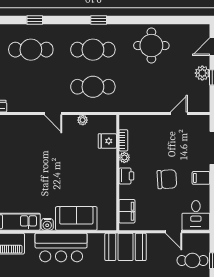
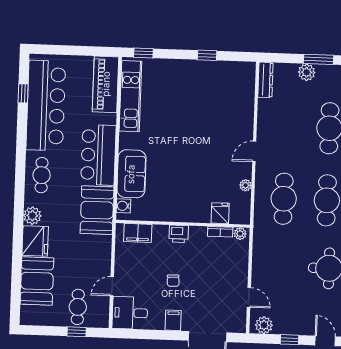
plant: (202, 73) -> (264, 325), moved
plant: (124, 157) -> (240, 234), moved
chair: (167, 179) -> (173, 281), width x0.54, depth x0.54
water cooler: (47, 224) -> (123, 206), moved
booth: (126, 247) -> (97, 210), moved

